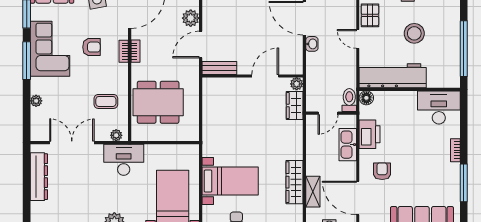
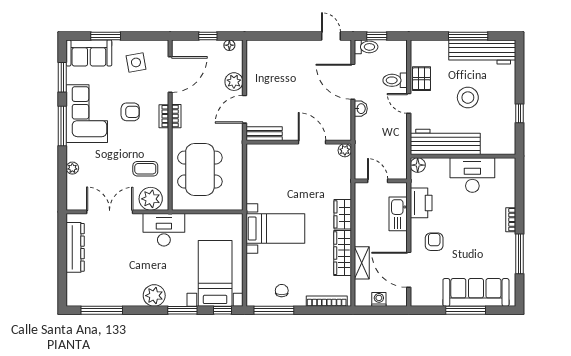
window: (464, 49) -> (520, 113), width x0.32
door: (265, 76) -> (312, 142), hinge flipped
toilet: (349, 100) -> (395, 80), moved, turned -90
dining table: (158, 102) -> (200, 170), turned 90
wardrobe: (295, 105) -> (343, 214), moved
desk: (439, 107) -> (472, 175), moved
door: (328, 113) -> (378, 181), swing flipped
plant: (116, 135) -> (151, 199), width x1.88, depth x1.88
bed with nightstands: (230, 181) -> (275, 229), moved

